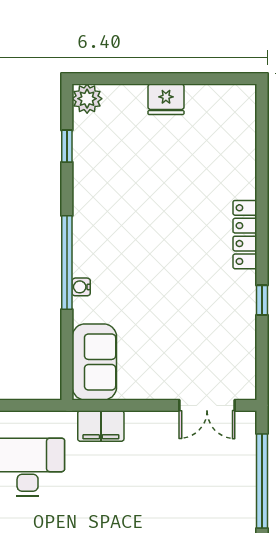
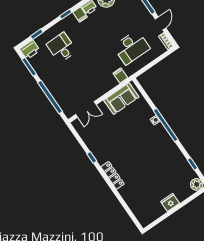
sofa: (94, 362) -> (121, 99), moved, turned -90
double door: (207, 405) -> (86, 110), swing flipped
filing cabinet: (101, 426) -> (120, 76), width x0.50

